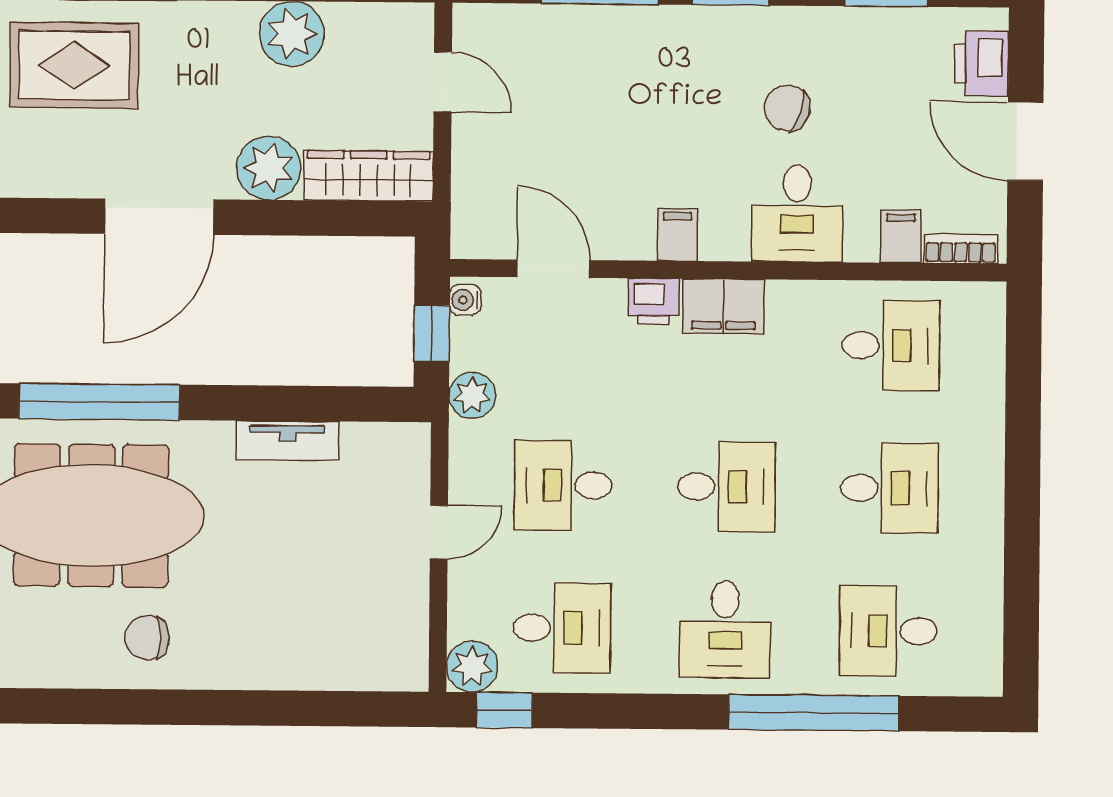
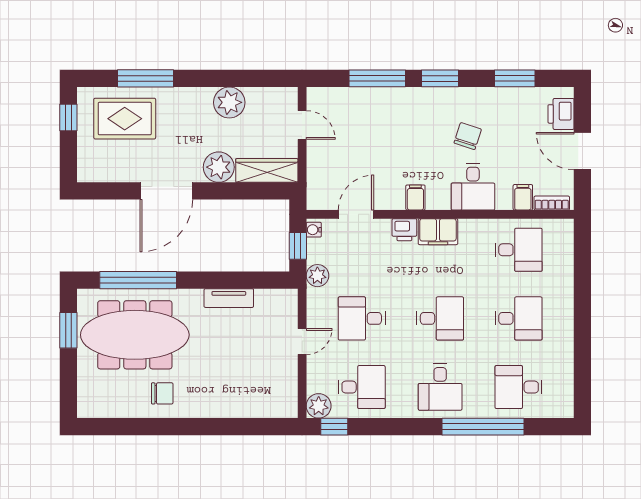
chair: (787, 108) -> (468, 136), turned 90
door: (553, 269) -> (356, 214), hinge flipped
chair: (147, 638) -> (162, 393), turned 180

